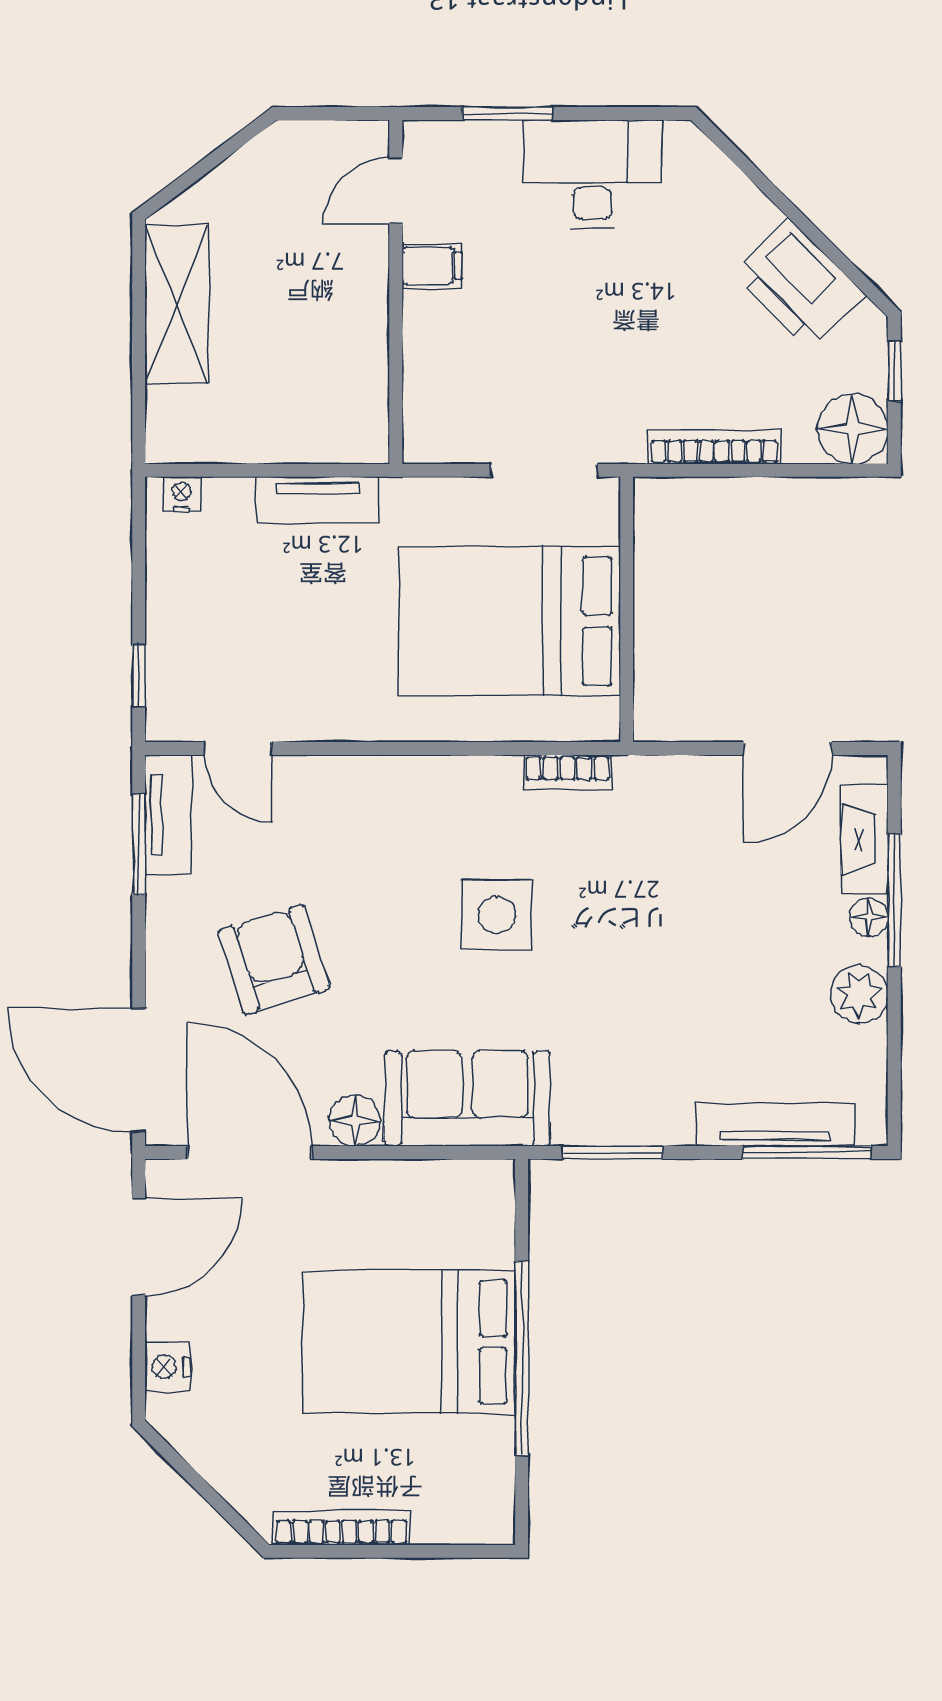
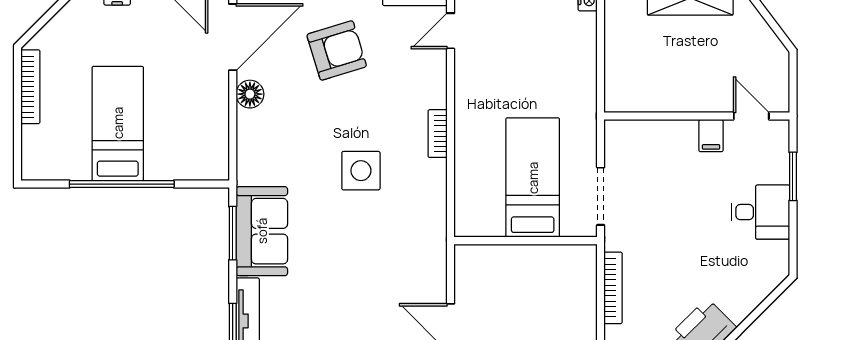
desk: (592, 174) -> (760, 212), width x0.73
tv unit: (318, 500) -> (585, 74), removed
bed: (510, 621) -> (533, 178), width x0.67
bookcase: (568, 772) -> (438, 134), moved
sofa: (467, 1099) -> (262, 231), moved
bed: (409, 1342) -> (118, 123), width x0.67

